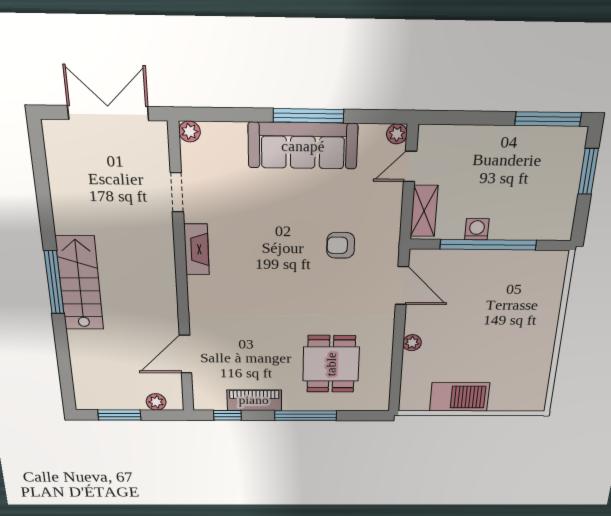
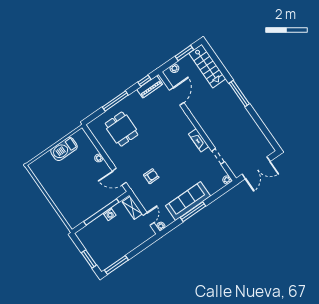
stairs: (80, 283) -> (207, 66), moved
piano: (254, 400) -> (150, 87), moved

